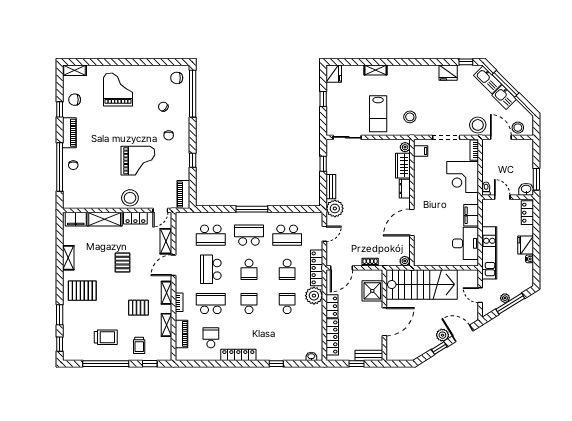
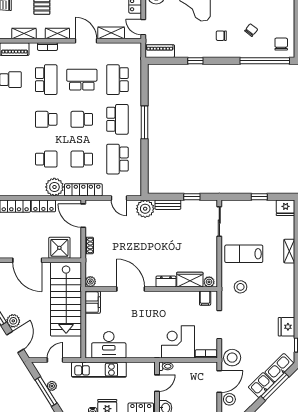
filing cabinet: (471, 215) -> (93, 302), moved, turned 90
school desk: (249, 304) -> (46, 119), turned 180

